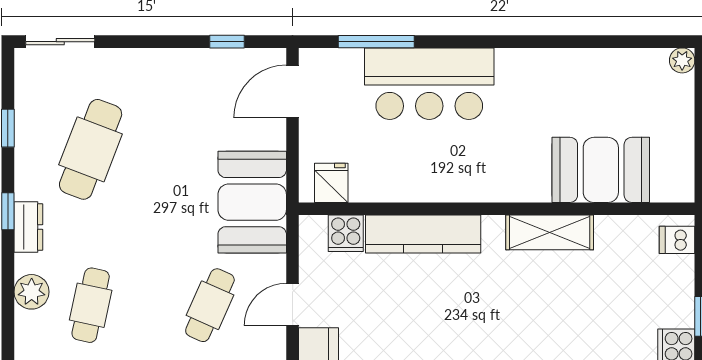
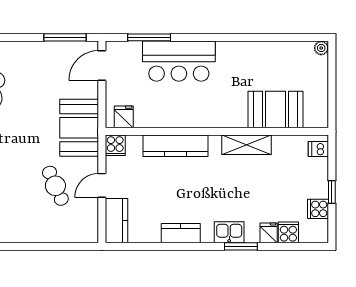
window: (227, 42) -> (65, 37), width x2.17
cooker: (346, 233) -> (115, 145), moved
cafe table: (210, 305) -> (55, 186), turned -48

